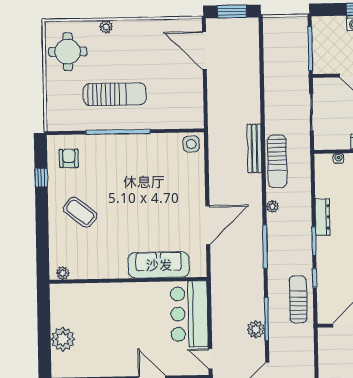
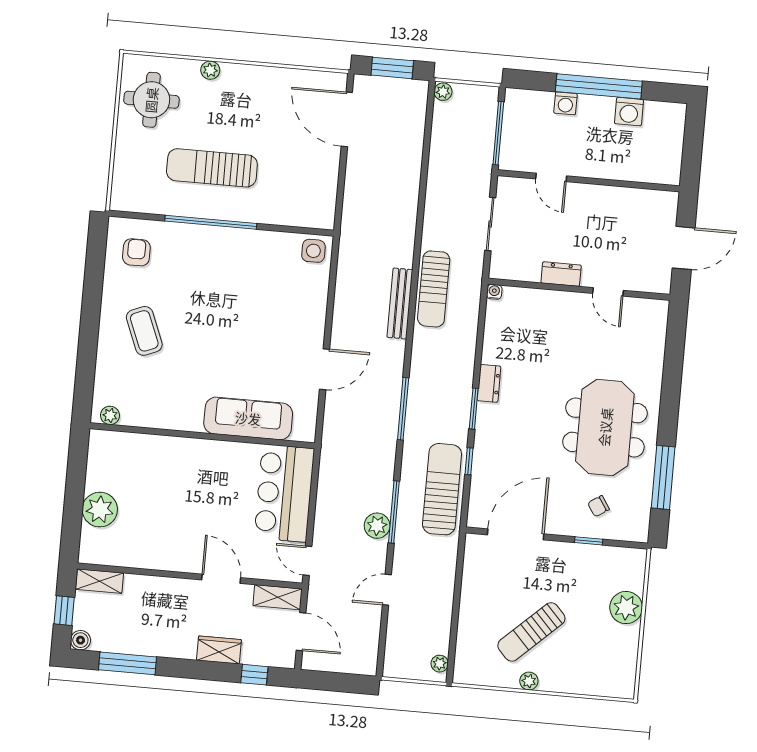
sun lounger: (115, 94) -> (212, 168), turned 180
bench: (254, 148) -> (400, 303), moved
water cooler: (338, 158) -> (494, 292), moved
window: (41, 178) -> (94, 276), removed
plant: (272, 206) -> (443, 92), moved
coffee table: (80, 212) -> (144, 331), turned 30
dresser: (323, 217) -> (489, 383), width x0.70
door: (208, 225) -> (324, 369), width x0.73
sun lounger: (298, 299) -> (442, 489), width x1.36, depth x1.34

